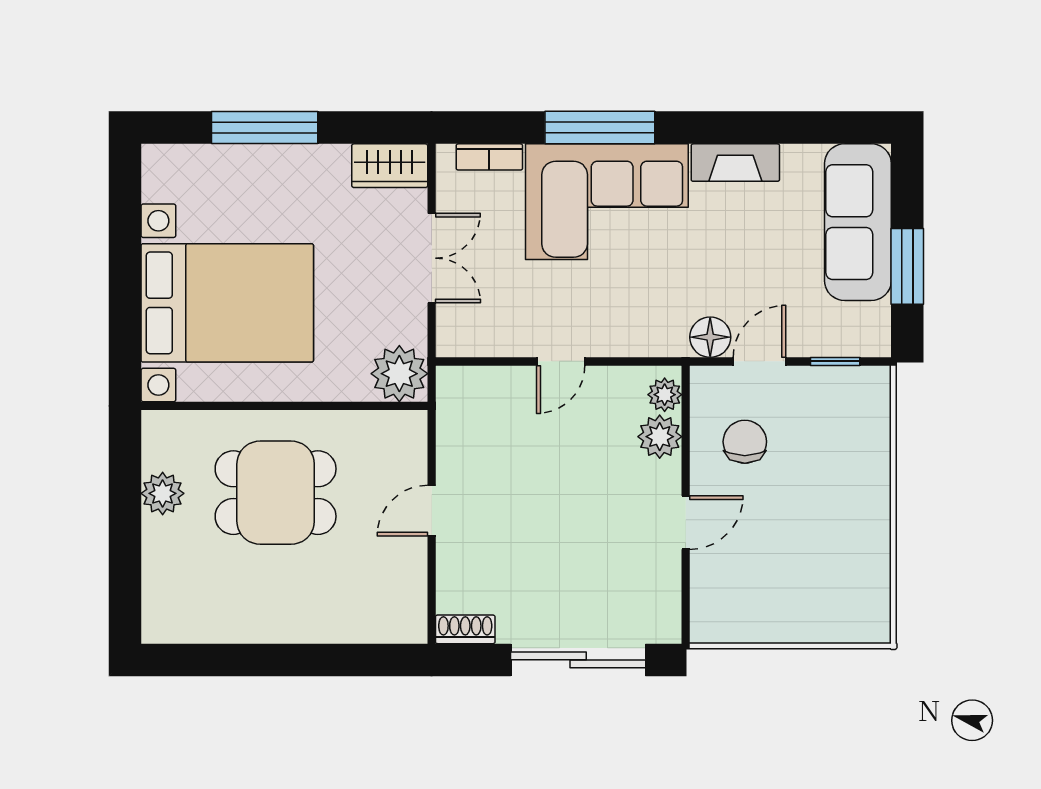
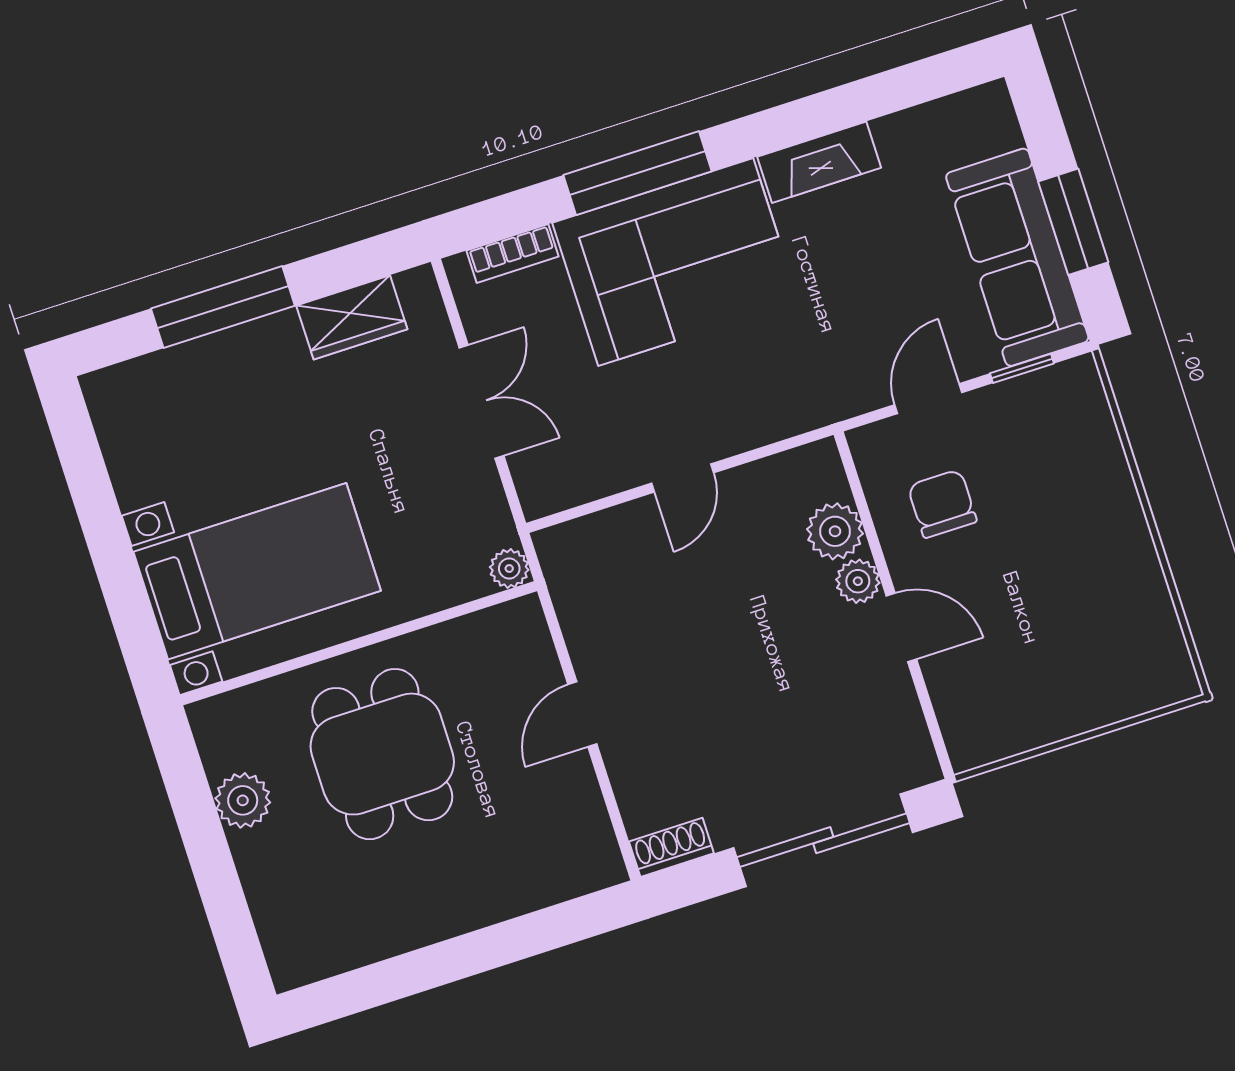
wardrobe: (390, 166) -> (352, 317), moved
sofa: (858, 222) -> (1017, 257), moved
bed with nightstands: (227, 303) -> (257, 571), width x0.73
floor lamp: (710, 337) -> (858, 388), removed
plant: (399, 374) -> (509, 568), width x0.53, depth x0.53
plant: (665, 395) -> (858, 581), moved
dining table: (276, 493) -> (382, 754), turned 90
door: (686, 523) -> (901, 627), hinge flipped

